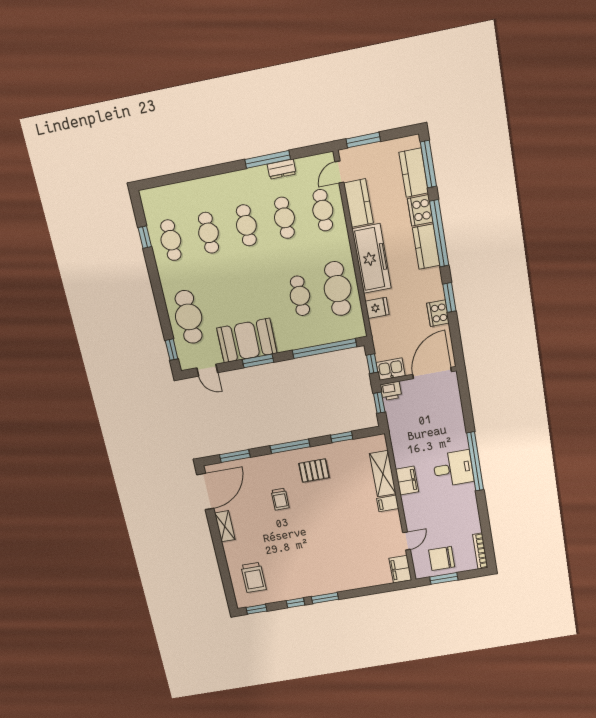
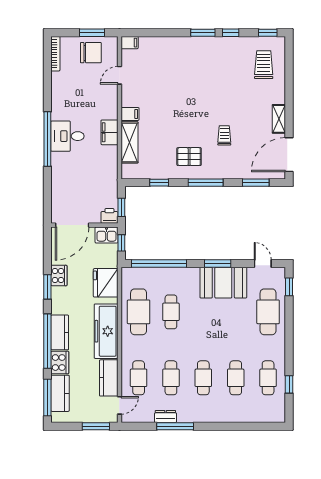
fridge: (377, 308) -> (106, 283), width x1.88, depth x1.34
filing cabinet: (400, 569) -> (130, 43), width x0.50

